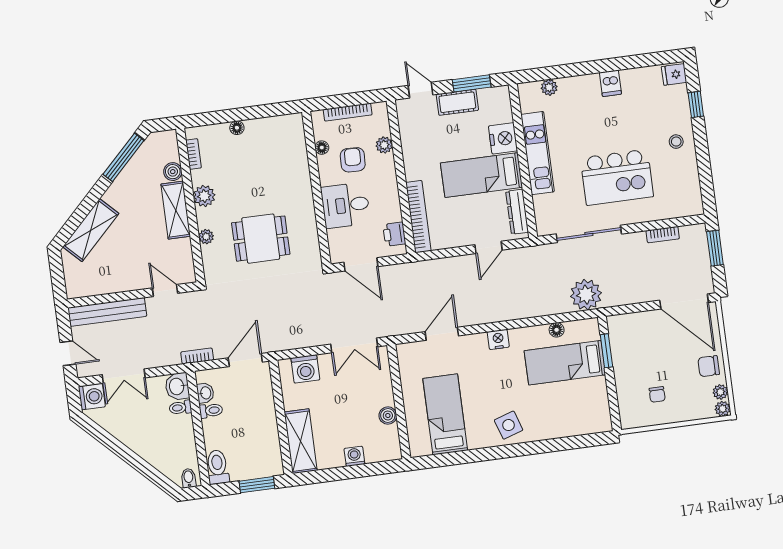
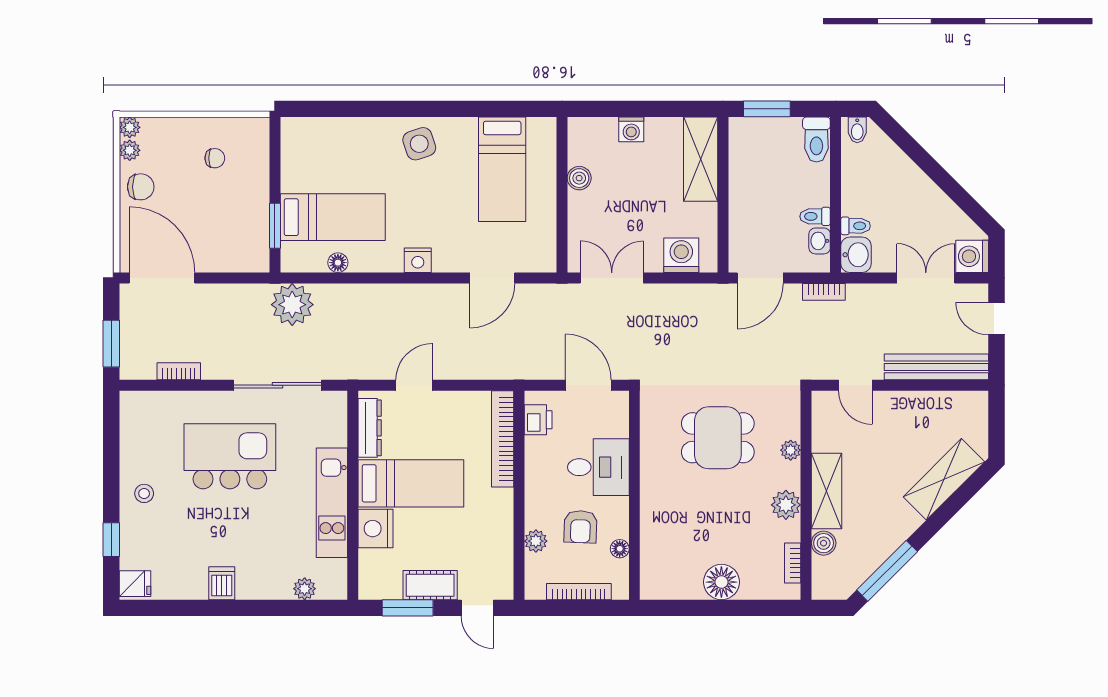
floor lamp: (237, 128) -> (721, 582), width x1.89, depth x1.89
chair: (657, 394) -> (215, 158), turned 90

